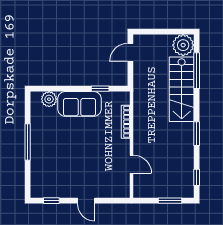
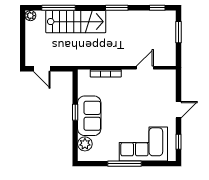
plant: (183, 45) -> (30, 16), width x0.53, depth x0.53
window: (100, 89) -> (75, 112), moved
corner sofa: (49, 162) -> (143, 144), added

